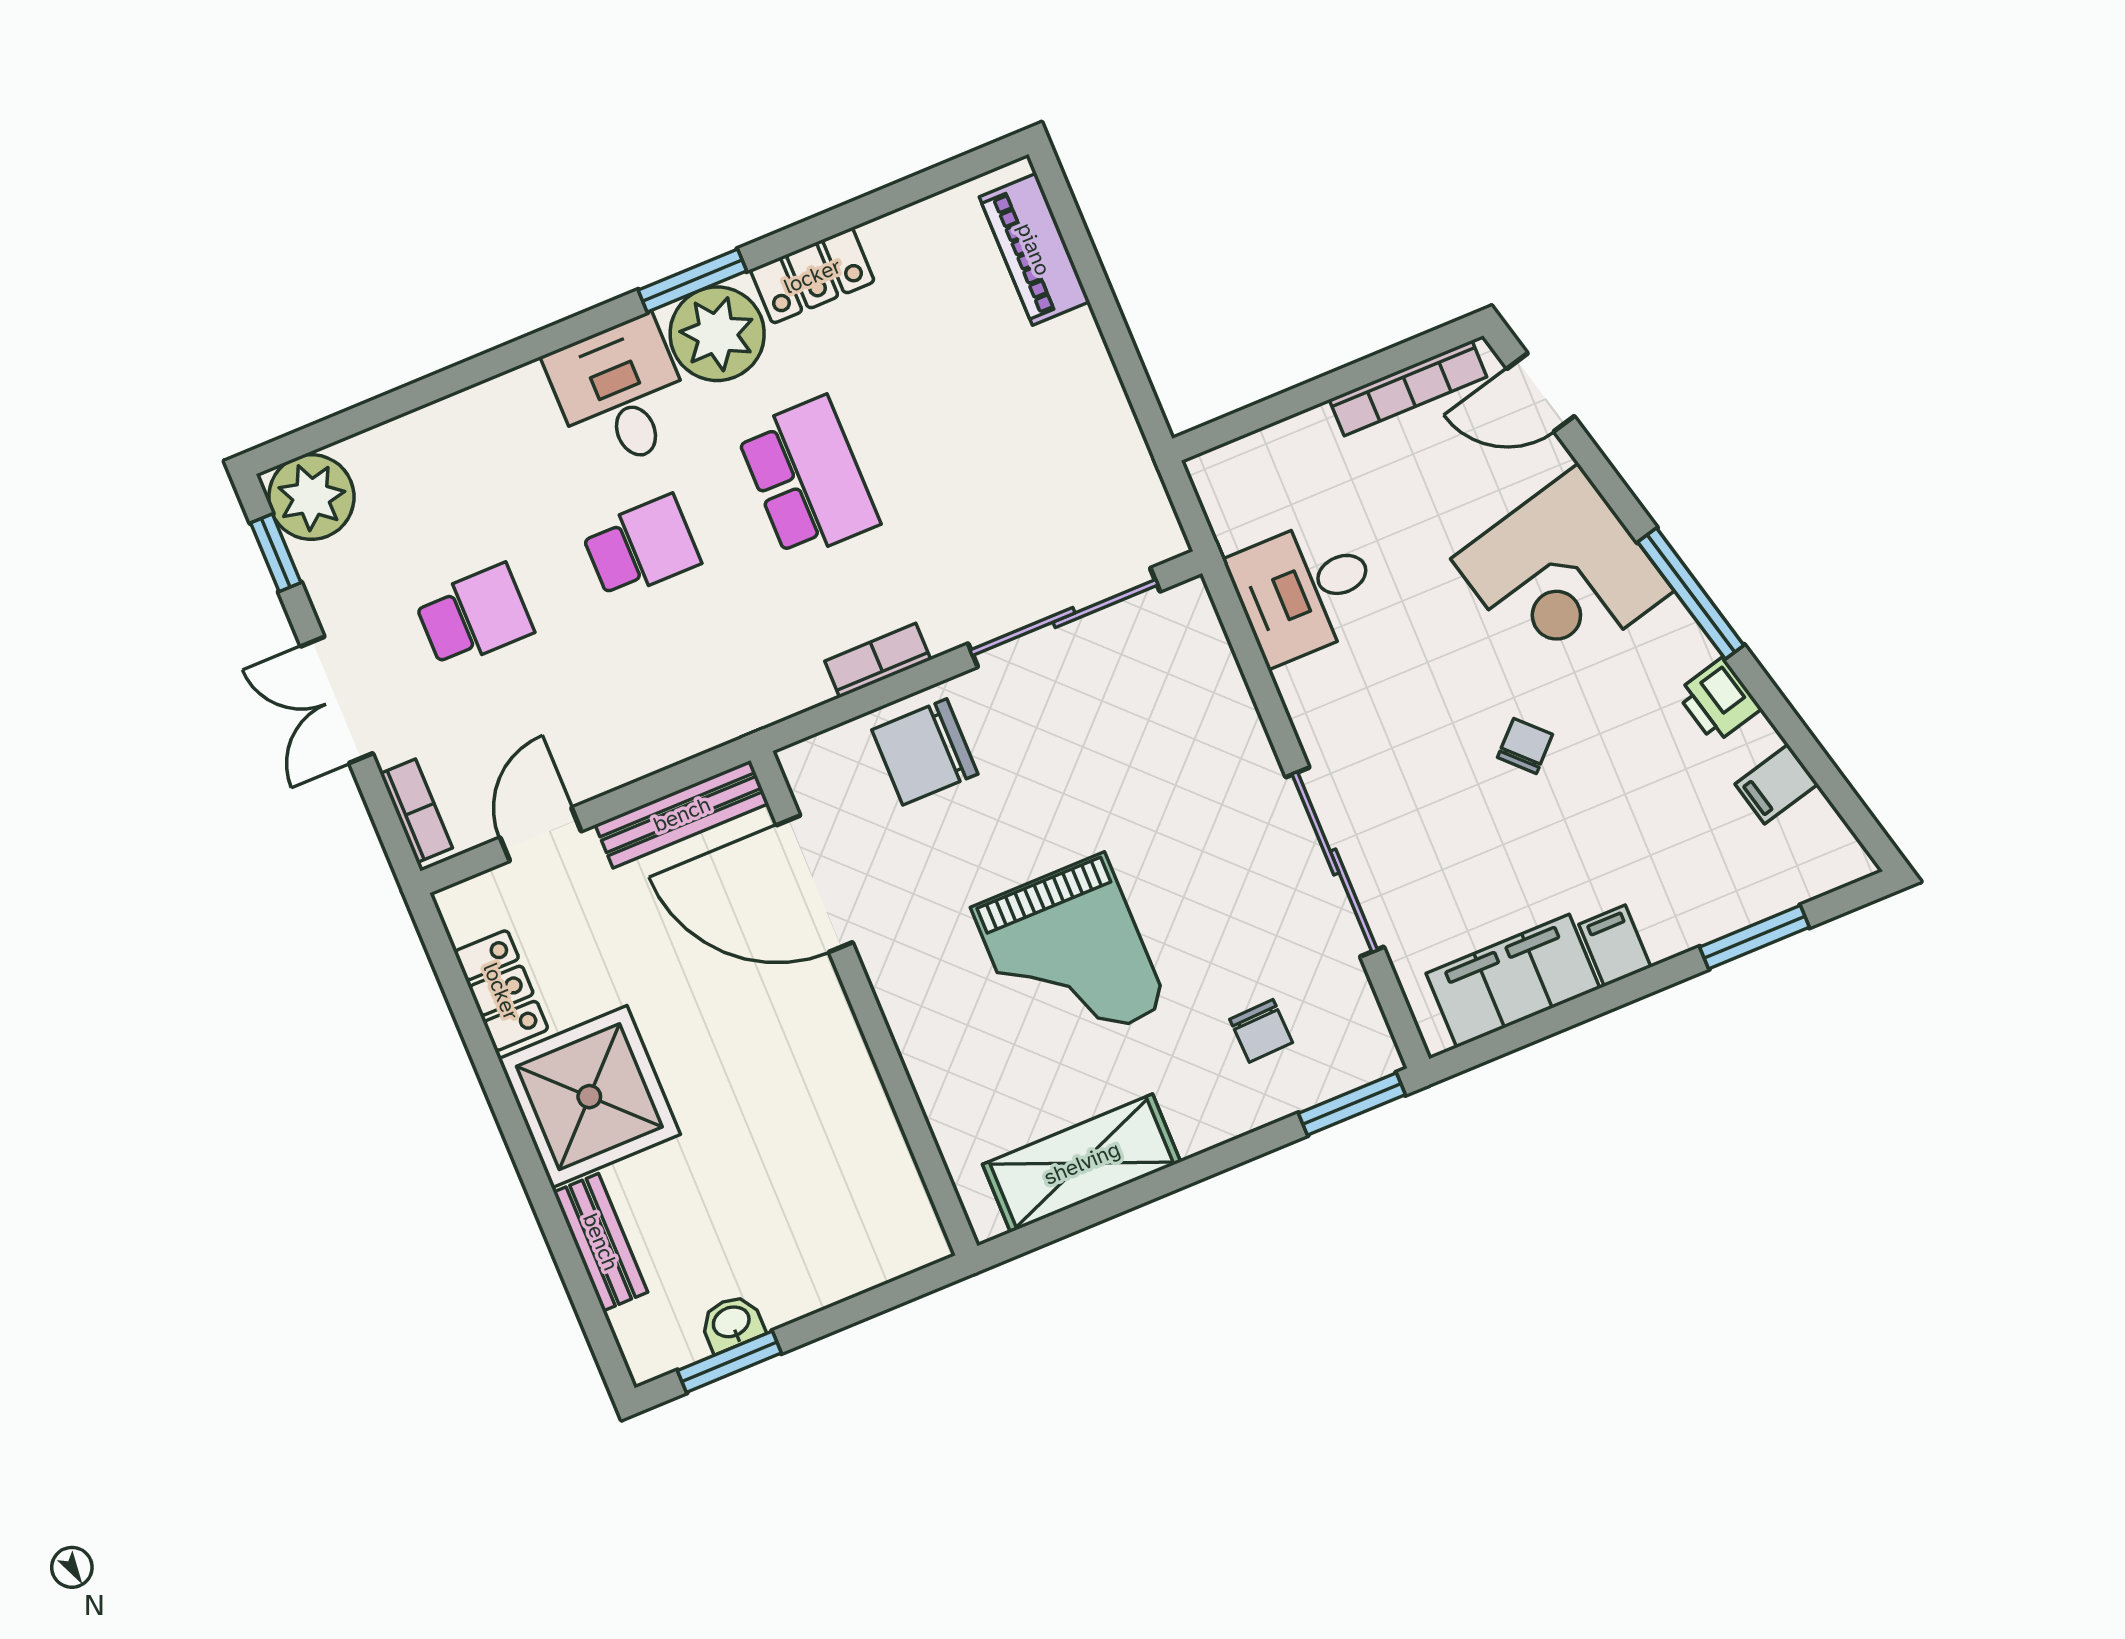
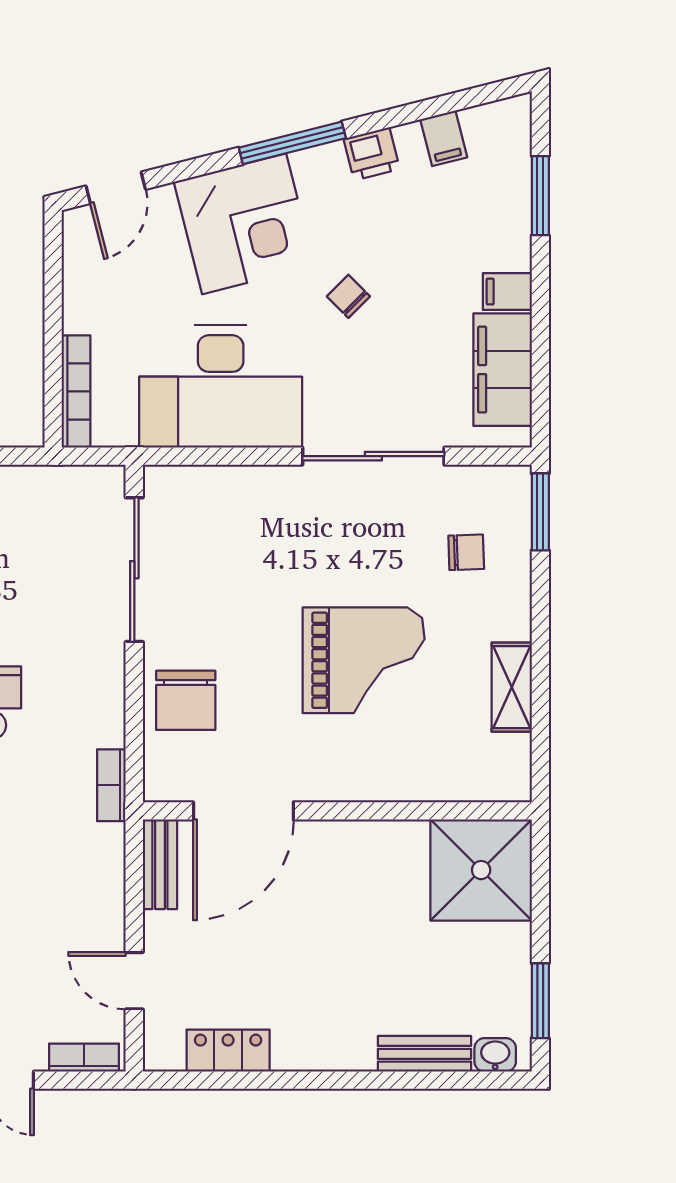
bookcase: (1408, 388) -> (76, 391), moved
desk: (1305, 590) -> (221, 387), width x1.87, depth x1.30
bookcase: (878, 660) -> (111, 785), moved
bench: (682, 814) -> (160, 864), width x0.73
shower: (589, 1097) -> (481, 870), moved
shelving: (1082, 1163) -> (512, 687), width x0.67, depth x0.75
washbasin: (732, 1323) -> (495, 1055), moved, turned 90

